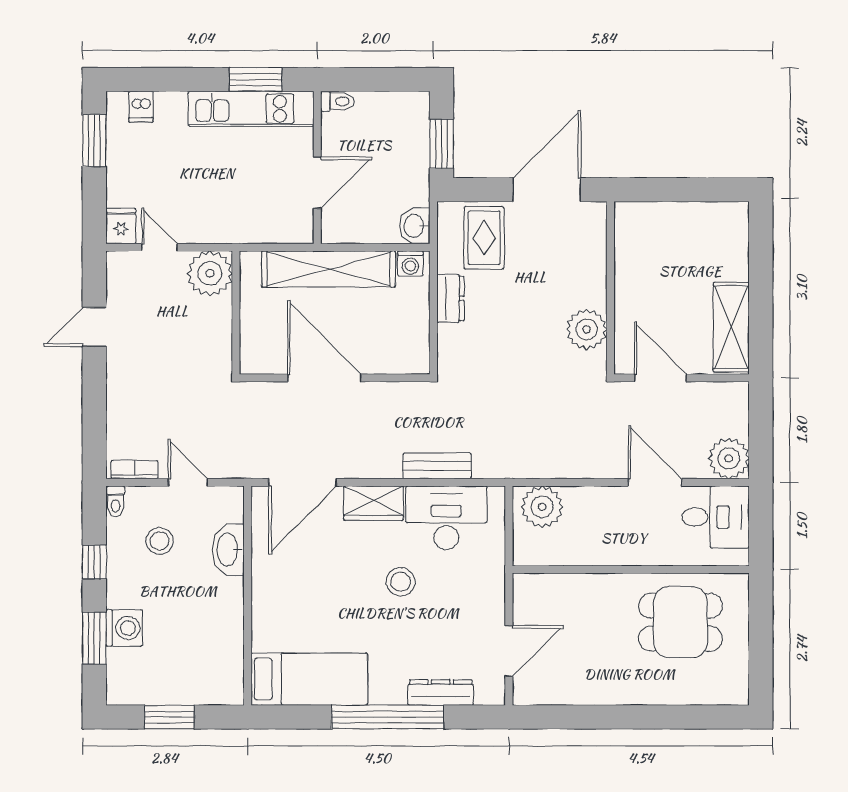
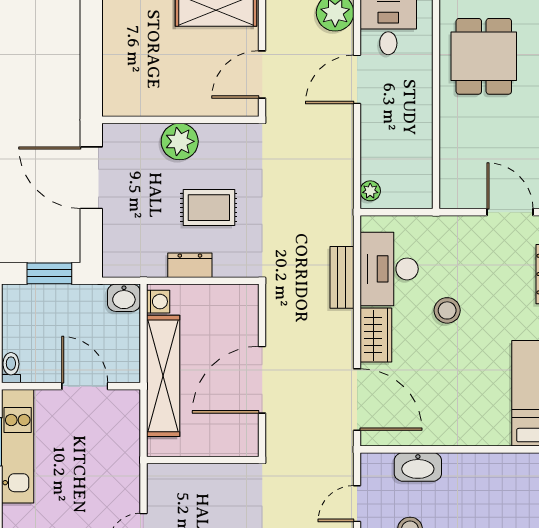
rug: (484, 238) -> (209, 208), moved
plant: (210, 273) -> (167, 484), removed
plant: (587, 329) -> (180, 141), moved
plant: (542, 507) -> (370, 191), width x0.53, depth x0.53

